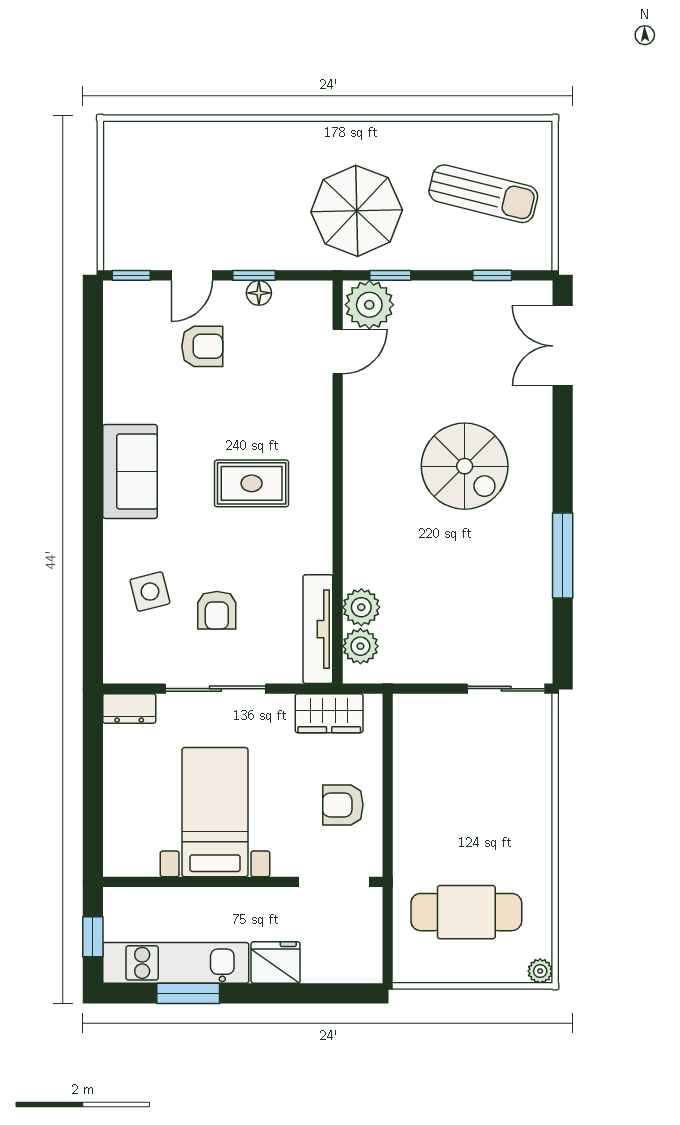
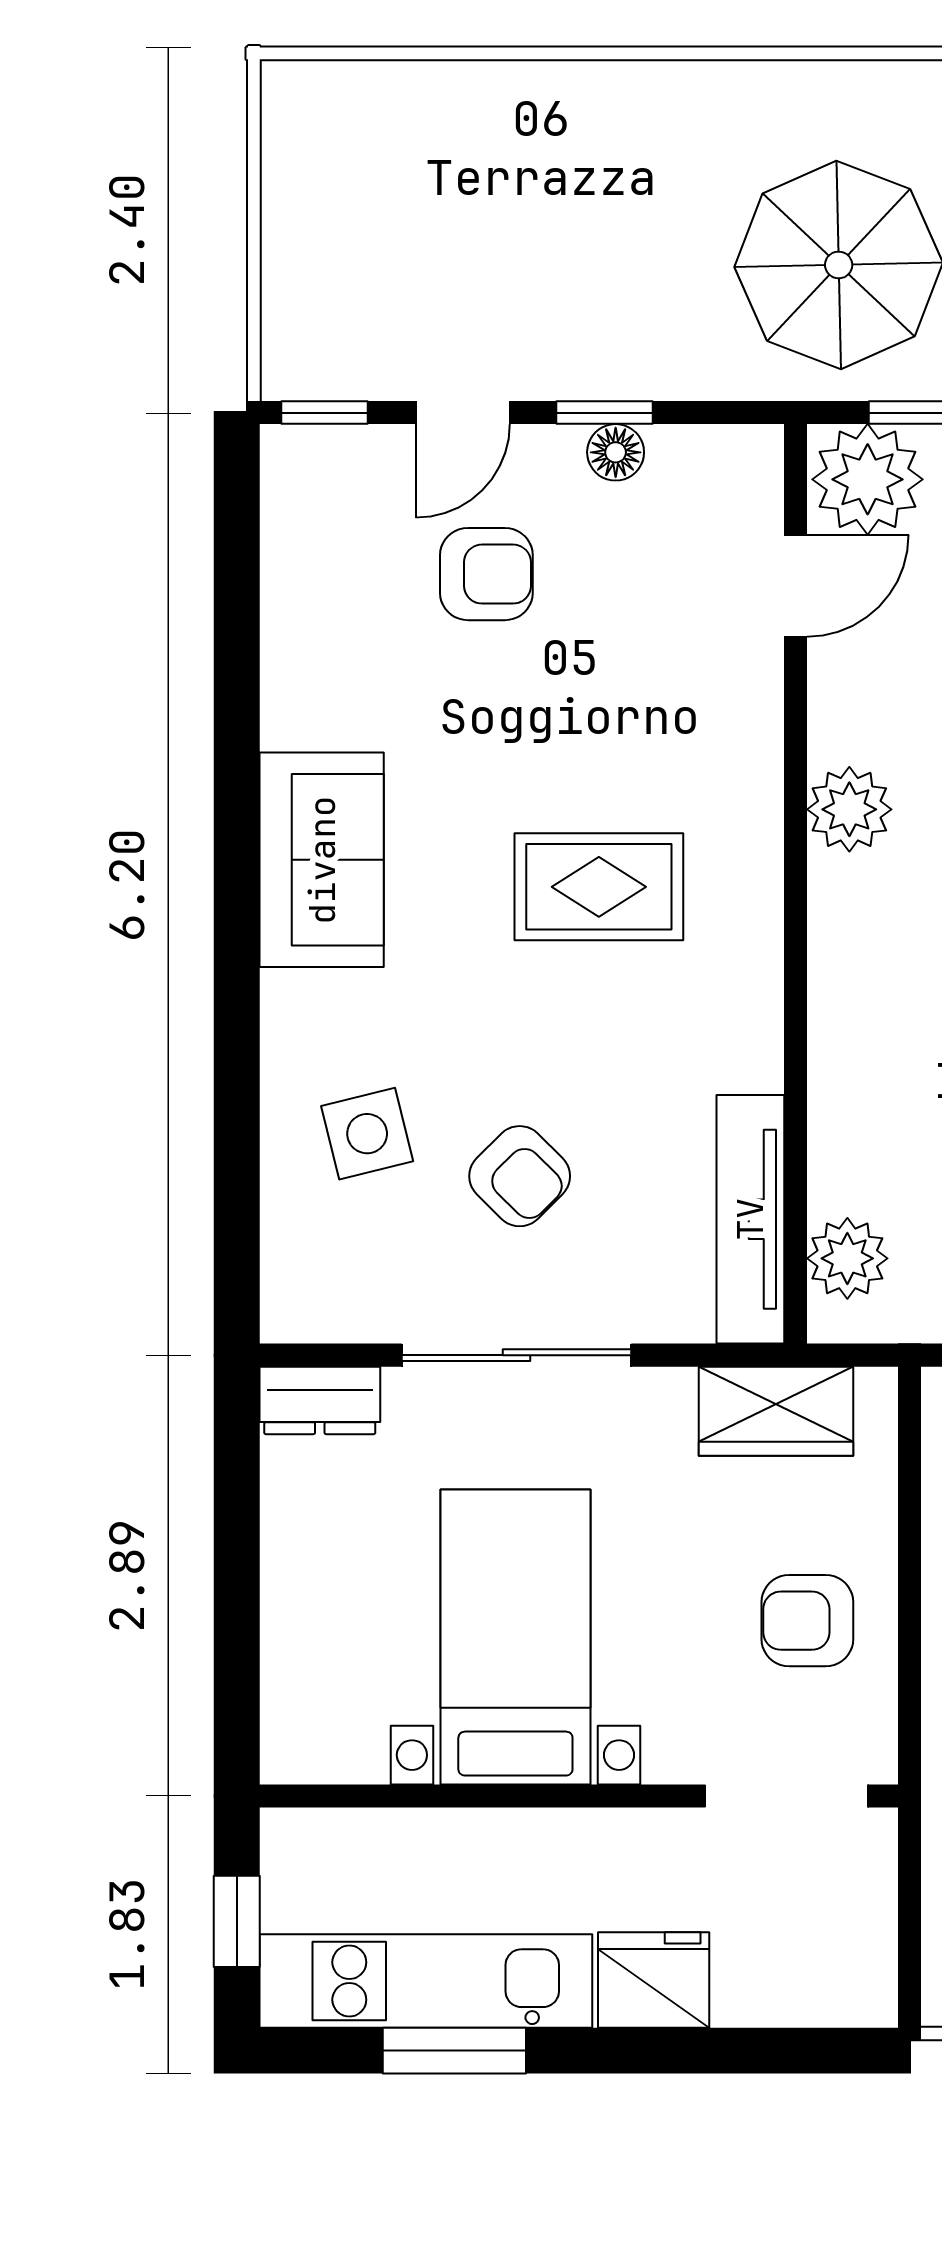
plant: (361, 607) -> (849, 809), moved
armchair: (217, 610) -> (520, 1176), turned -45

